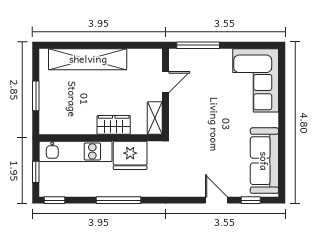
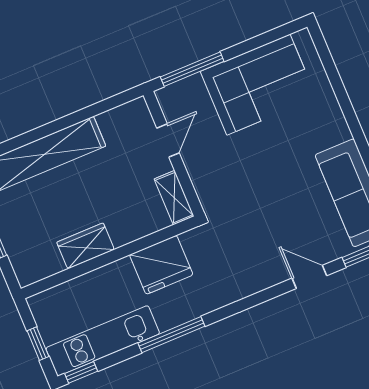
corner sofa: (256, 80) -> (258, 85), moved, turned -90
wardrobe: (114, 125) -> (85, 246), moved
kitchen unit: (76, 151) -> (103, 341), moved, turned 180

